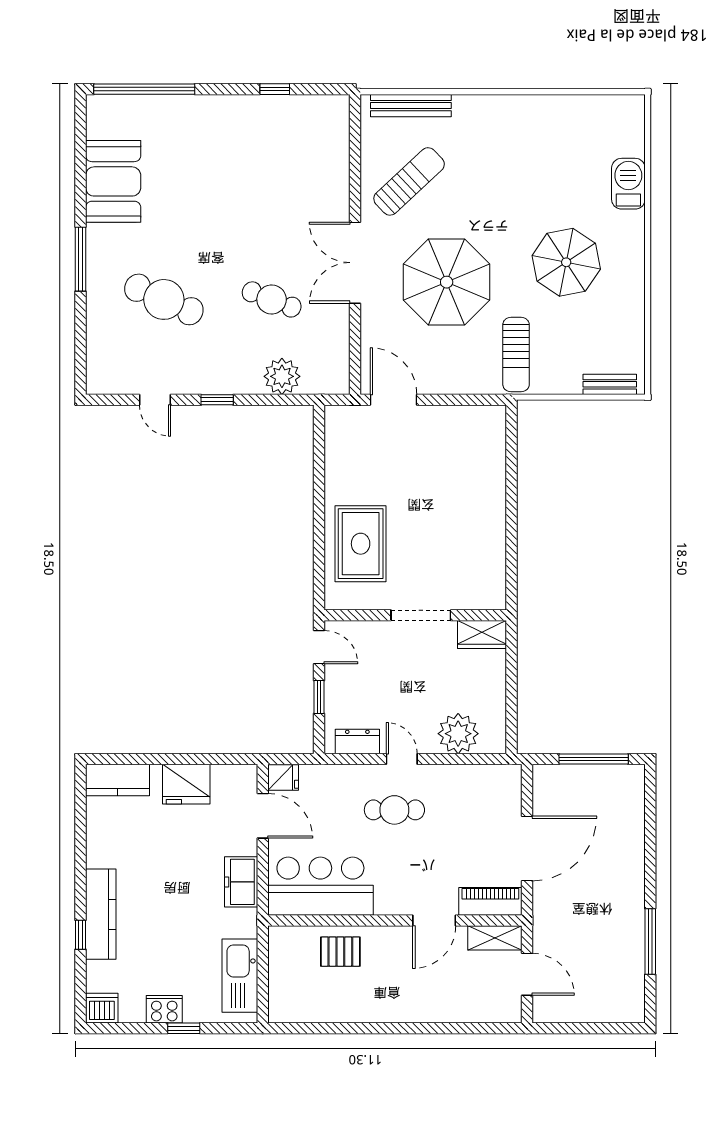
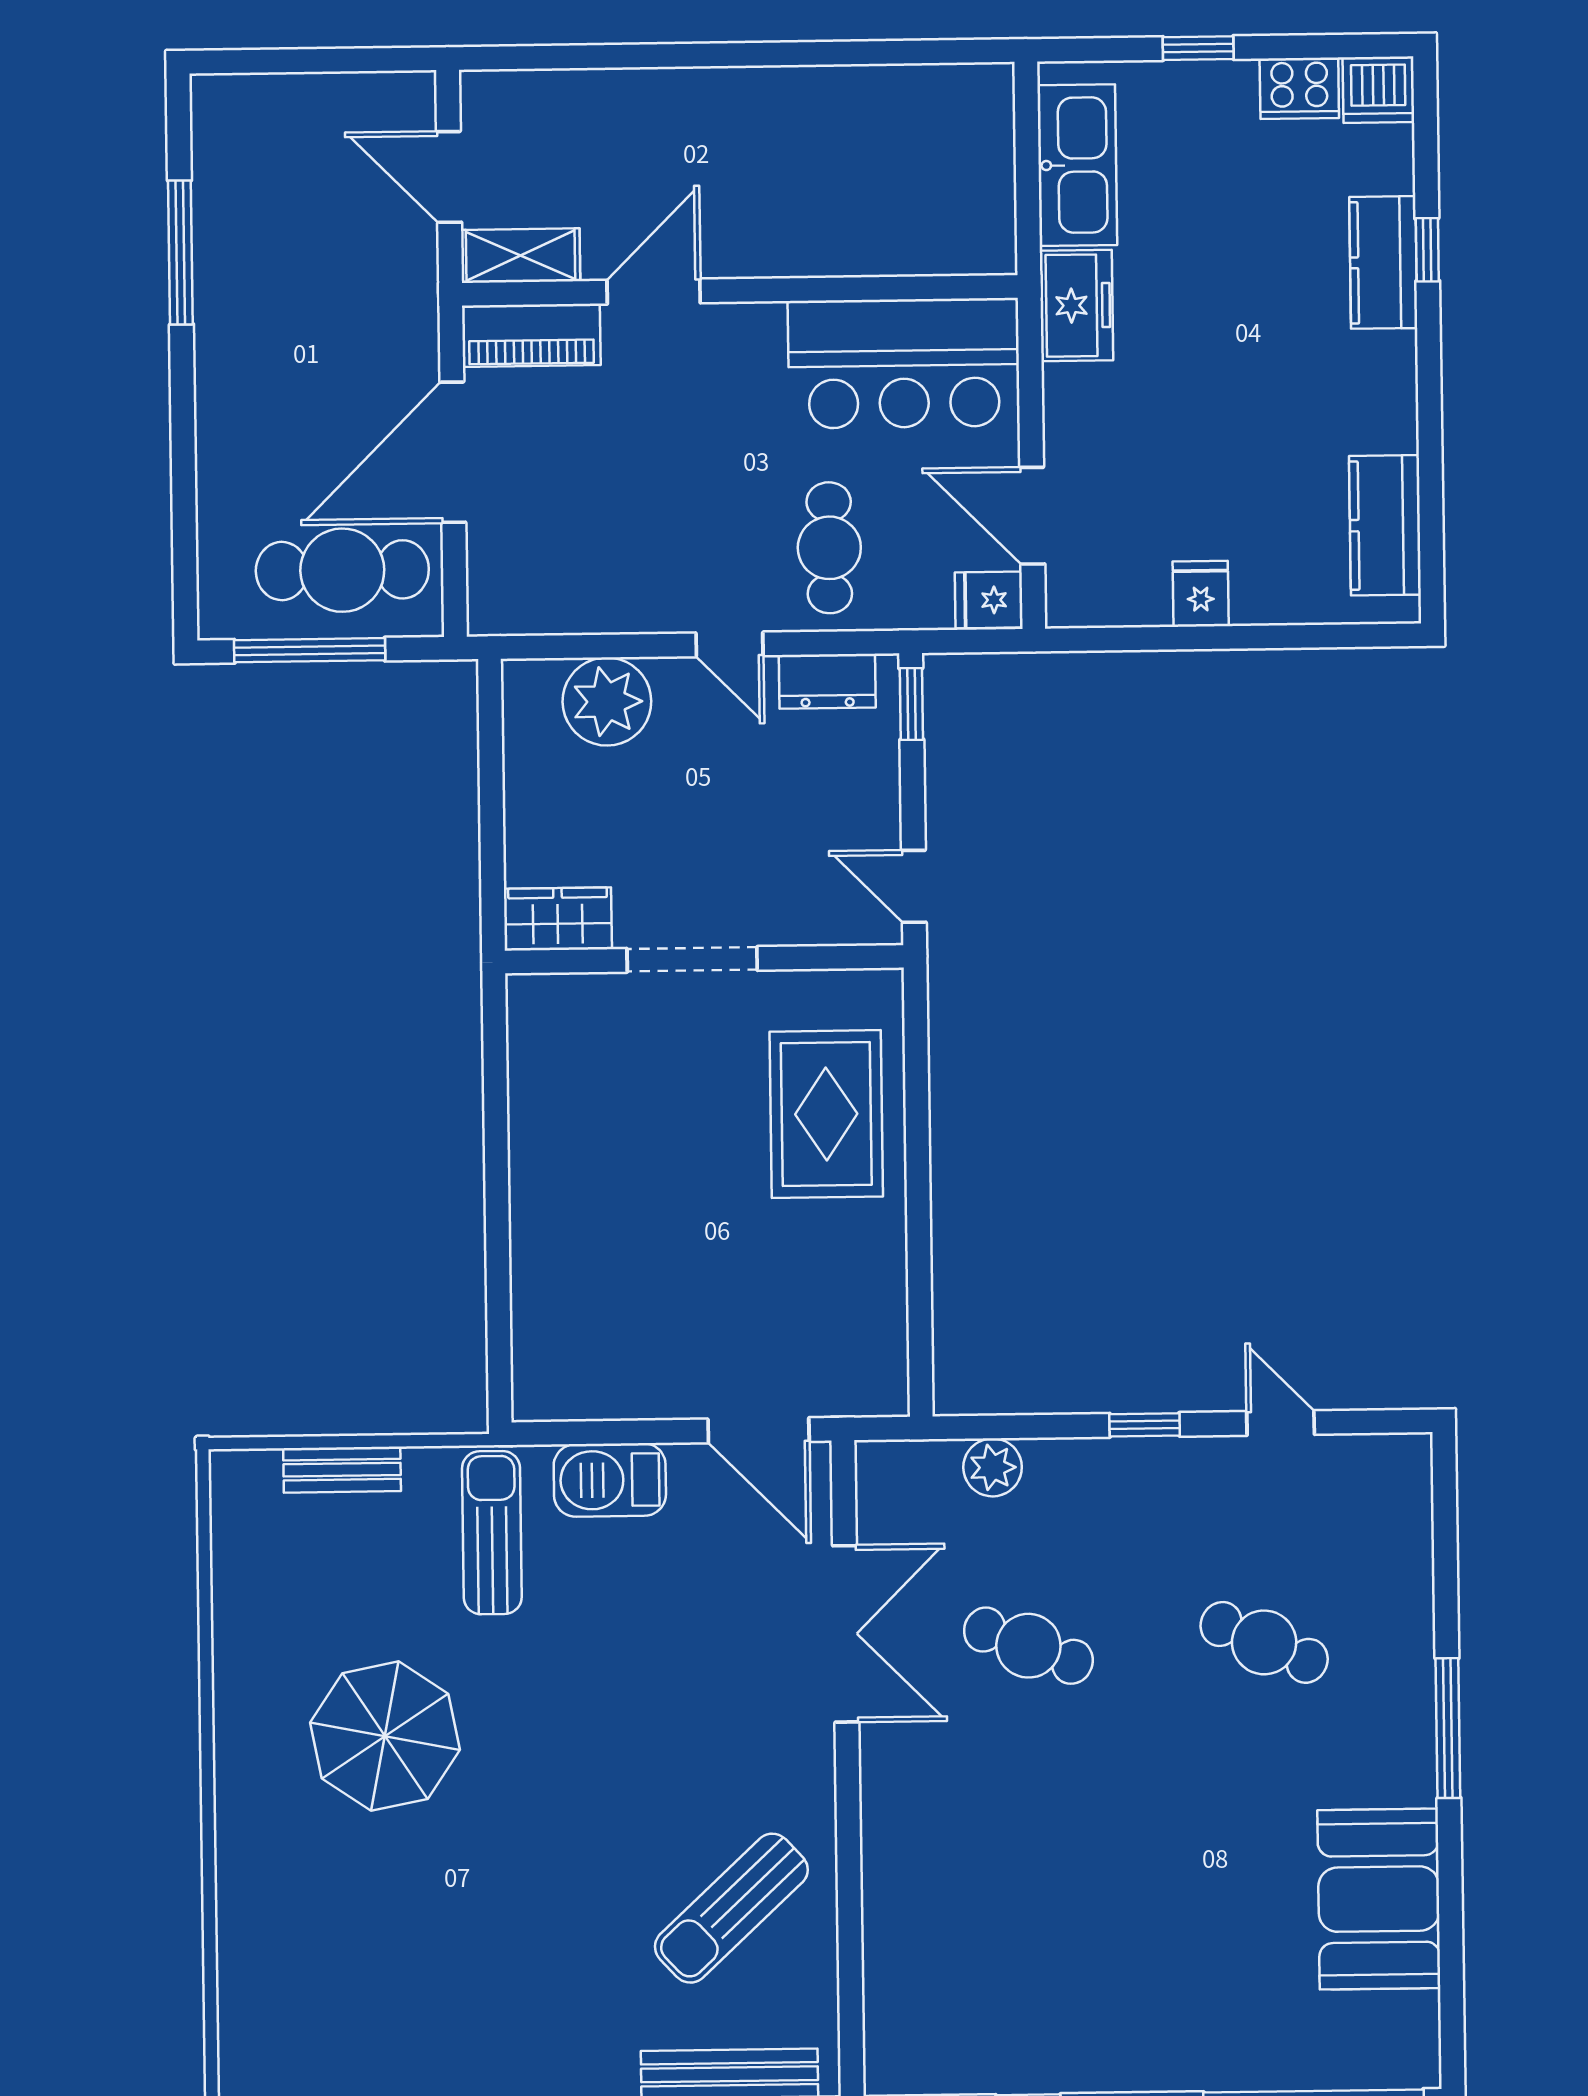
barbecue: (628, 184) -> (610, 1480), moved, turned 90
double door: (355, 263) -> (846, 1634), moved
parasol: (447, 282) -> (646, 1689), removed
cafe table: (164, 299) -> (1264, 1642), width x0.73, depth x0.74
plant: (282, 376) -> (993, 1467), width x0.73, depth x0.73
bench: (610, 384) -> (342, 1470), moved
window: (319, 697) -> (911, 704), moved
kitchen counter: (117, 780) -> (1385, 525), moved, turned -90
fridge: (186, 784) -> (1201, 594), width x0.53, depth x0.75
cafe table: (578, 795) -> (342, 570), added
cafe table: (394, 810) -> (829, 548), moved, turned 90
freezer: (241, 882) -> (1076, 305), moved
kitchen counter: (101, 914) -> (1383, 262), width x0.67
pallet: (340, 952) -> (858, 221), removed
cooker: (164, 1009) -> (1299, 88), moved

